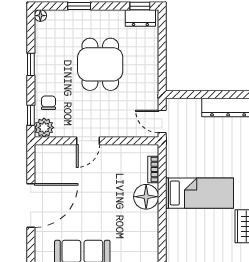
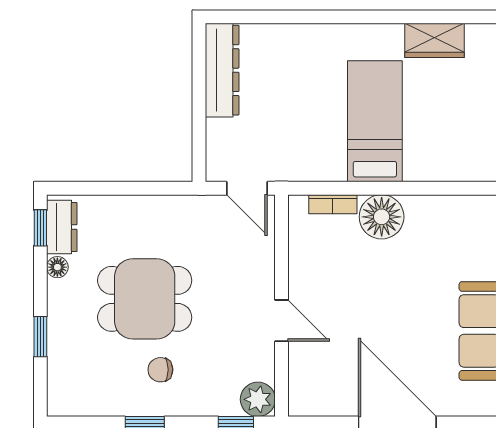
floor lamp: (40, 16) -> (57, 267), moved
chair: (48, 103) -> (160, 370), moved
door: (162, 122) -> (247, 188), hinge flipped

